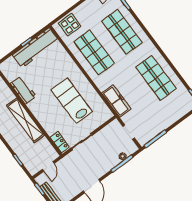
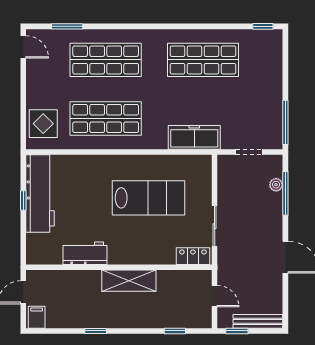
lab bench: (72, 101) -> (149, 198), turned 180
shelving: (26, 120) -> (129, 281), width x0.68

